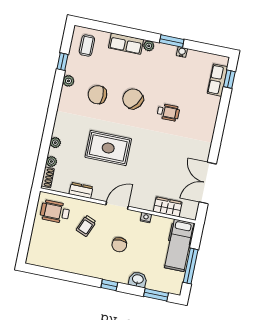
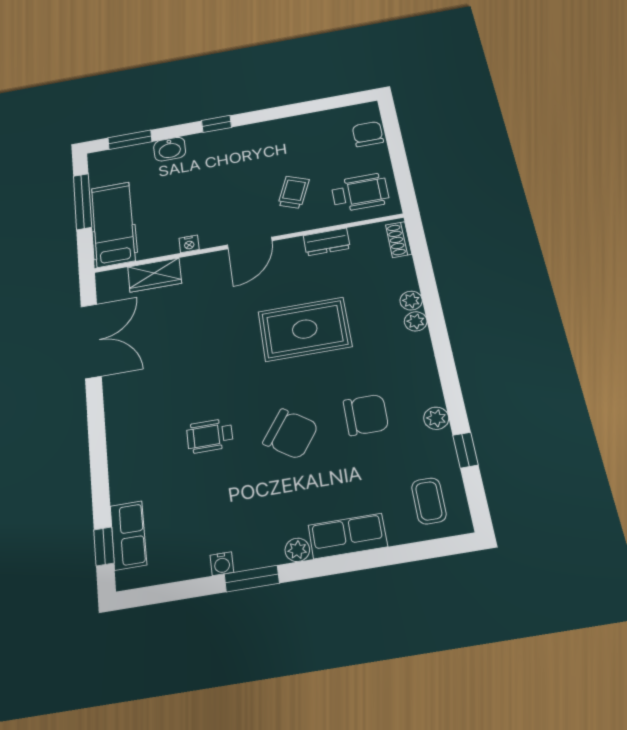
plant: (51, 162) -> (416, 321), moved
chair: (119, 245) -> (368, 134), moved

